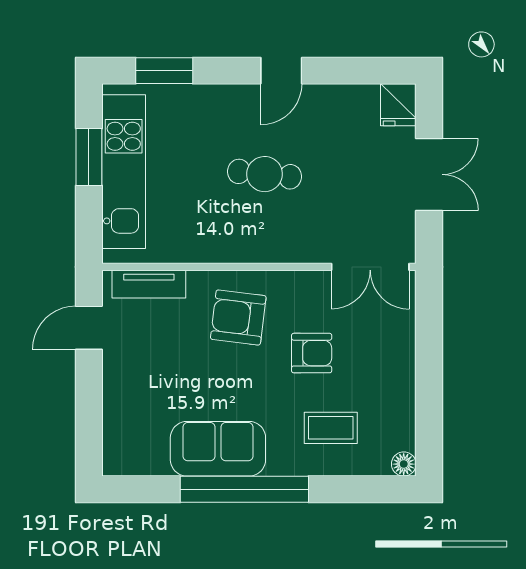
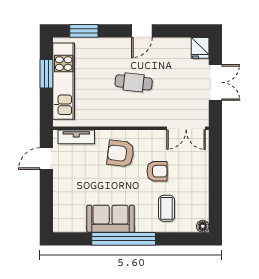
coffee table: (331, 428) -> (167, 208), turned 90

